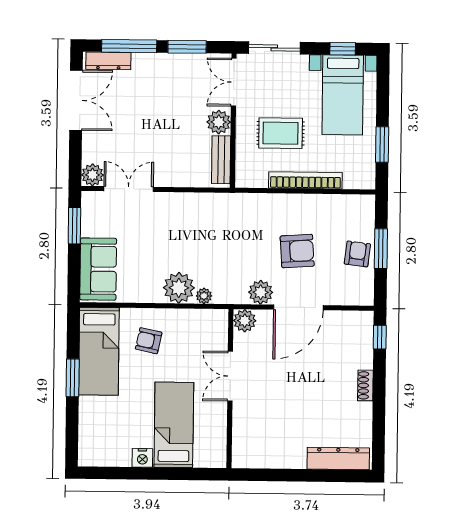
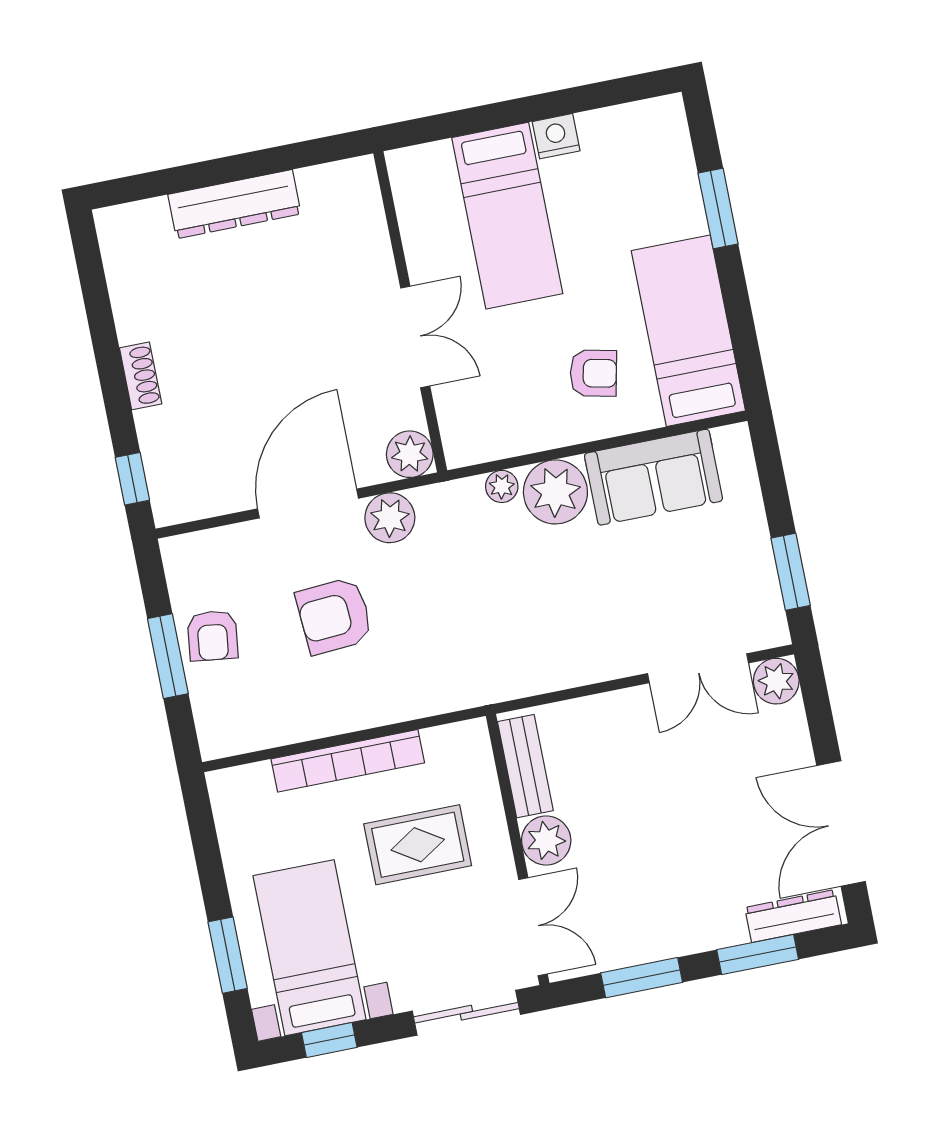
window: (129, 46) -> (758, 954), width x0.69
window: (382, 145) -> (228, 955), moved
sofa: (98, 269) -> (654, 477), moved, turned -90
window: (73, 378) -> (718, 209), moved
dresser: (338, 458) -> (234, 204), moved

